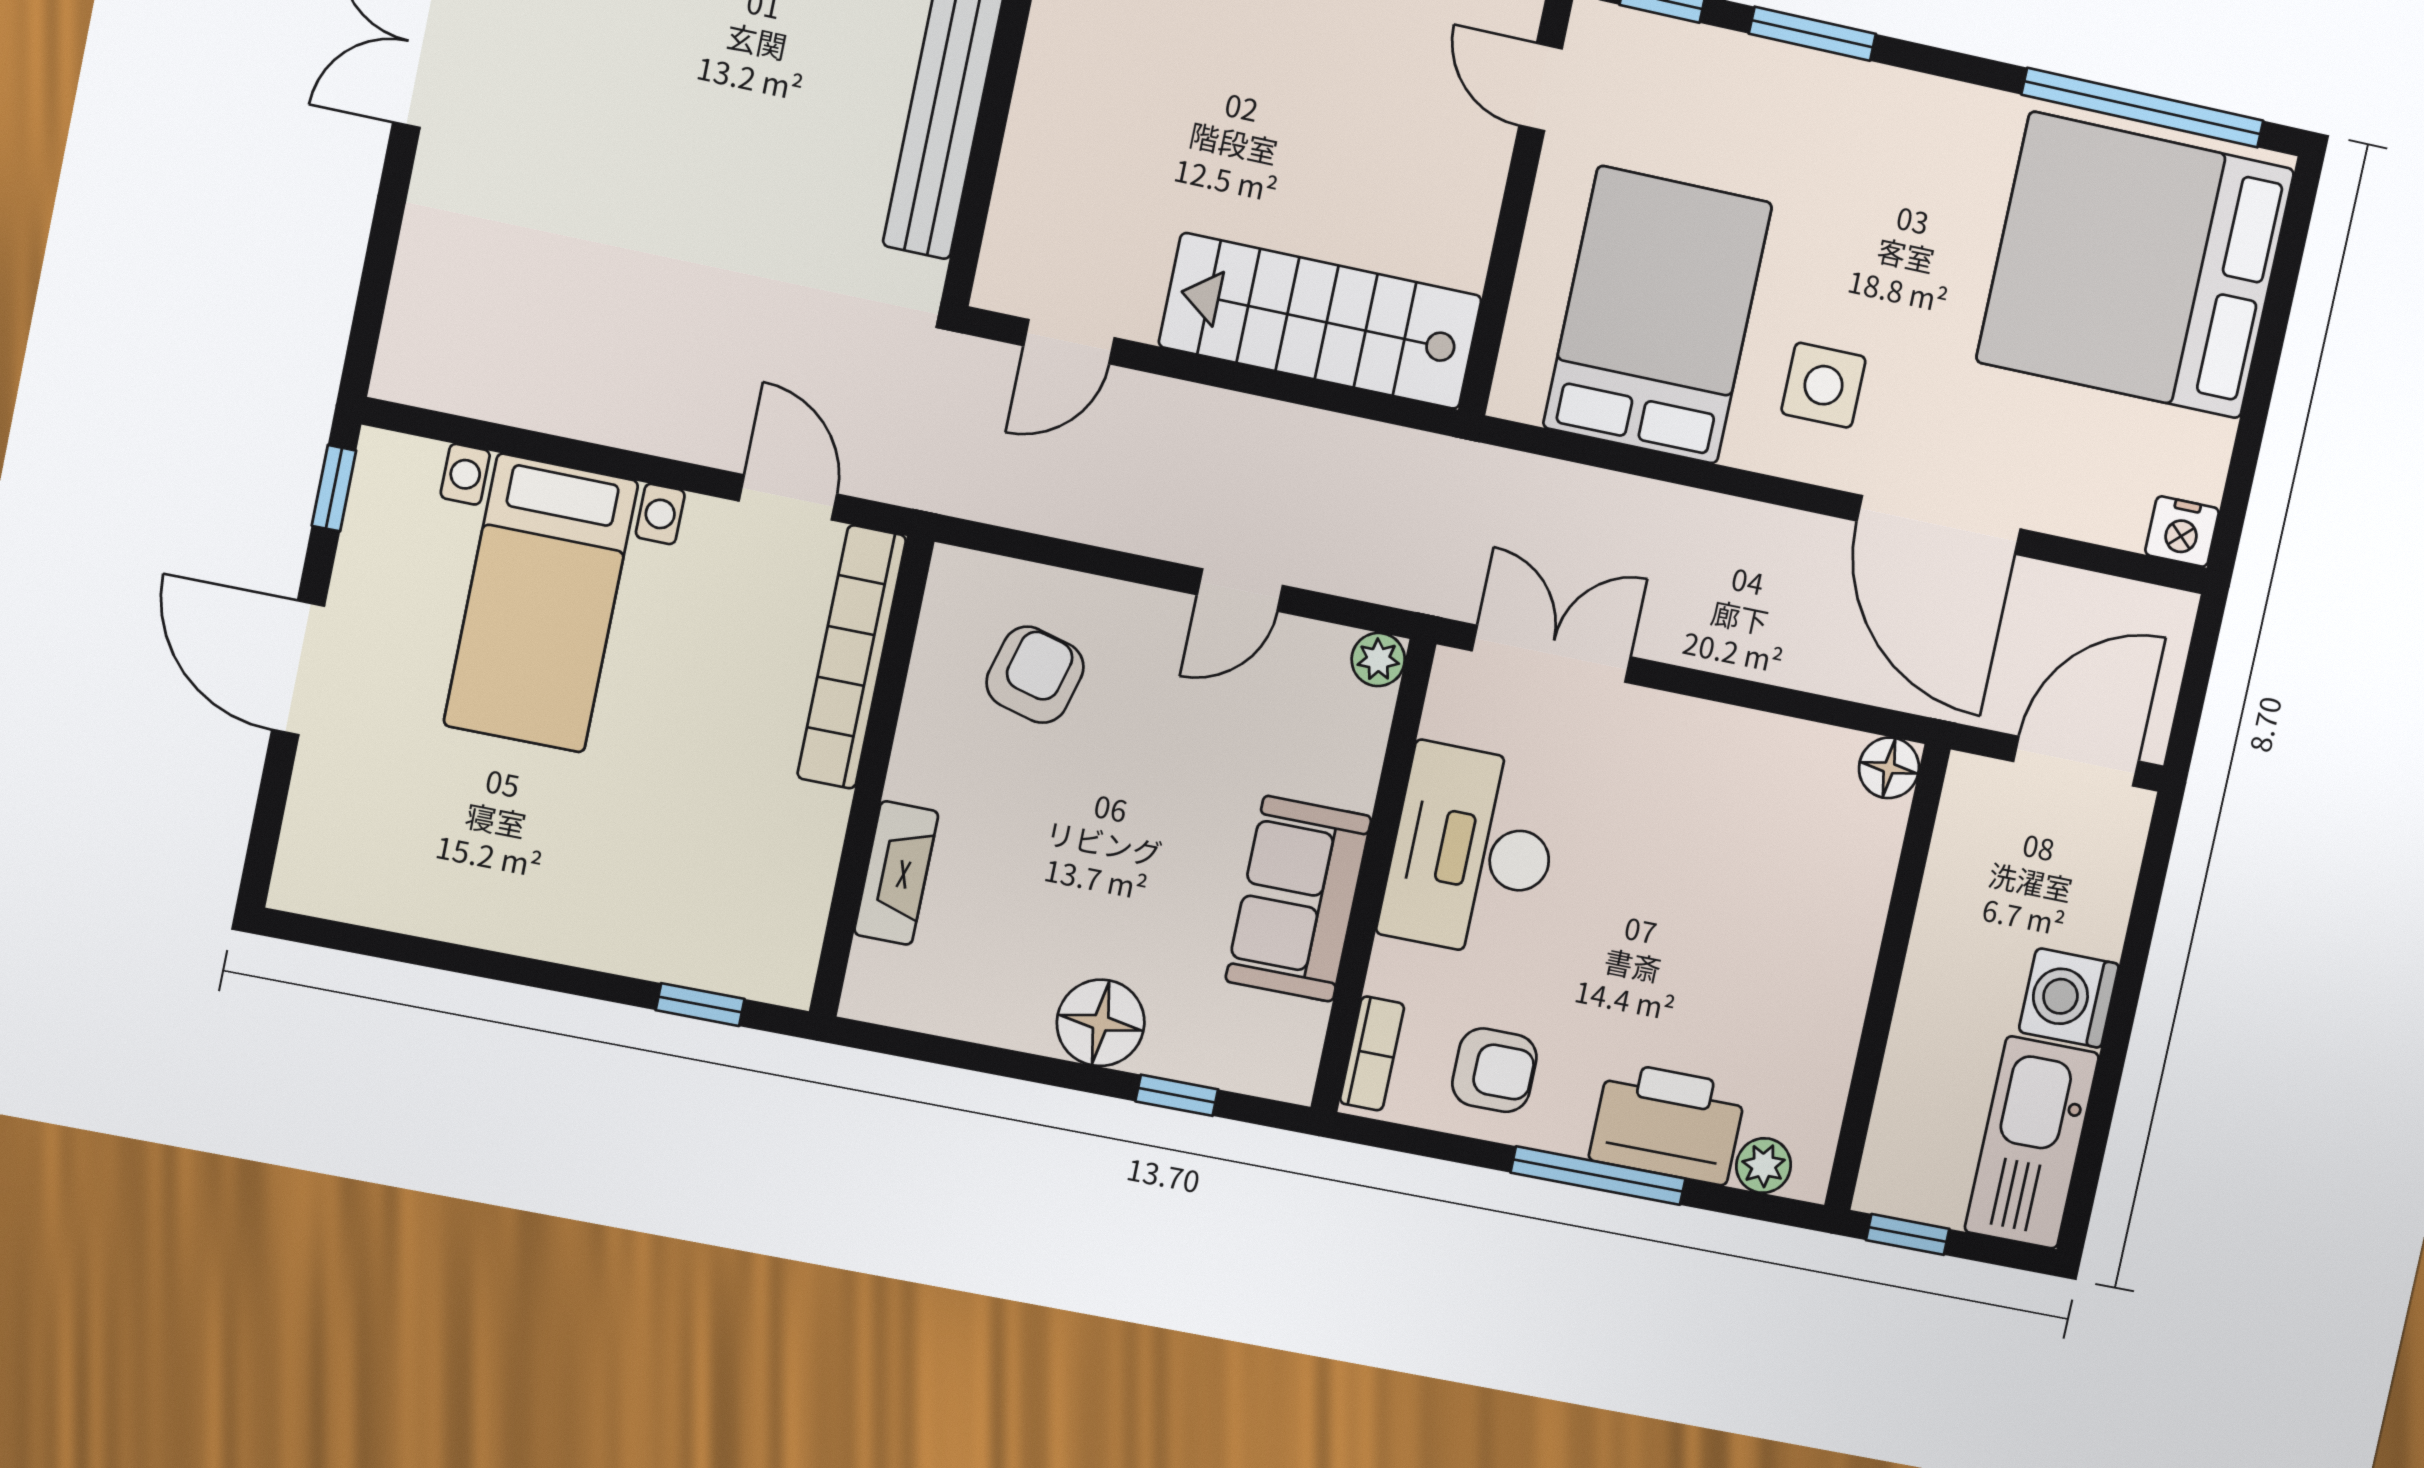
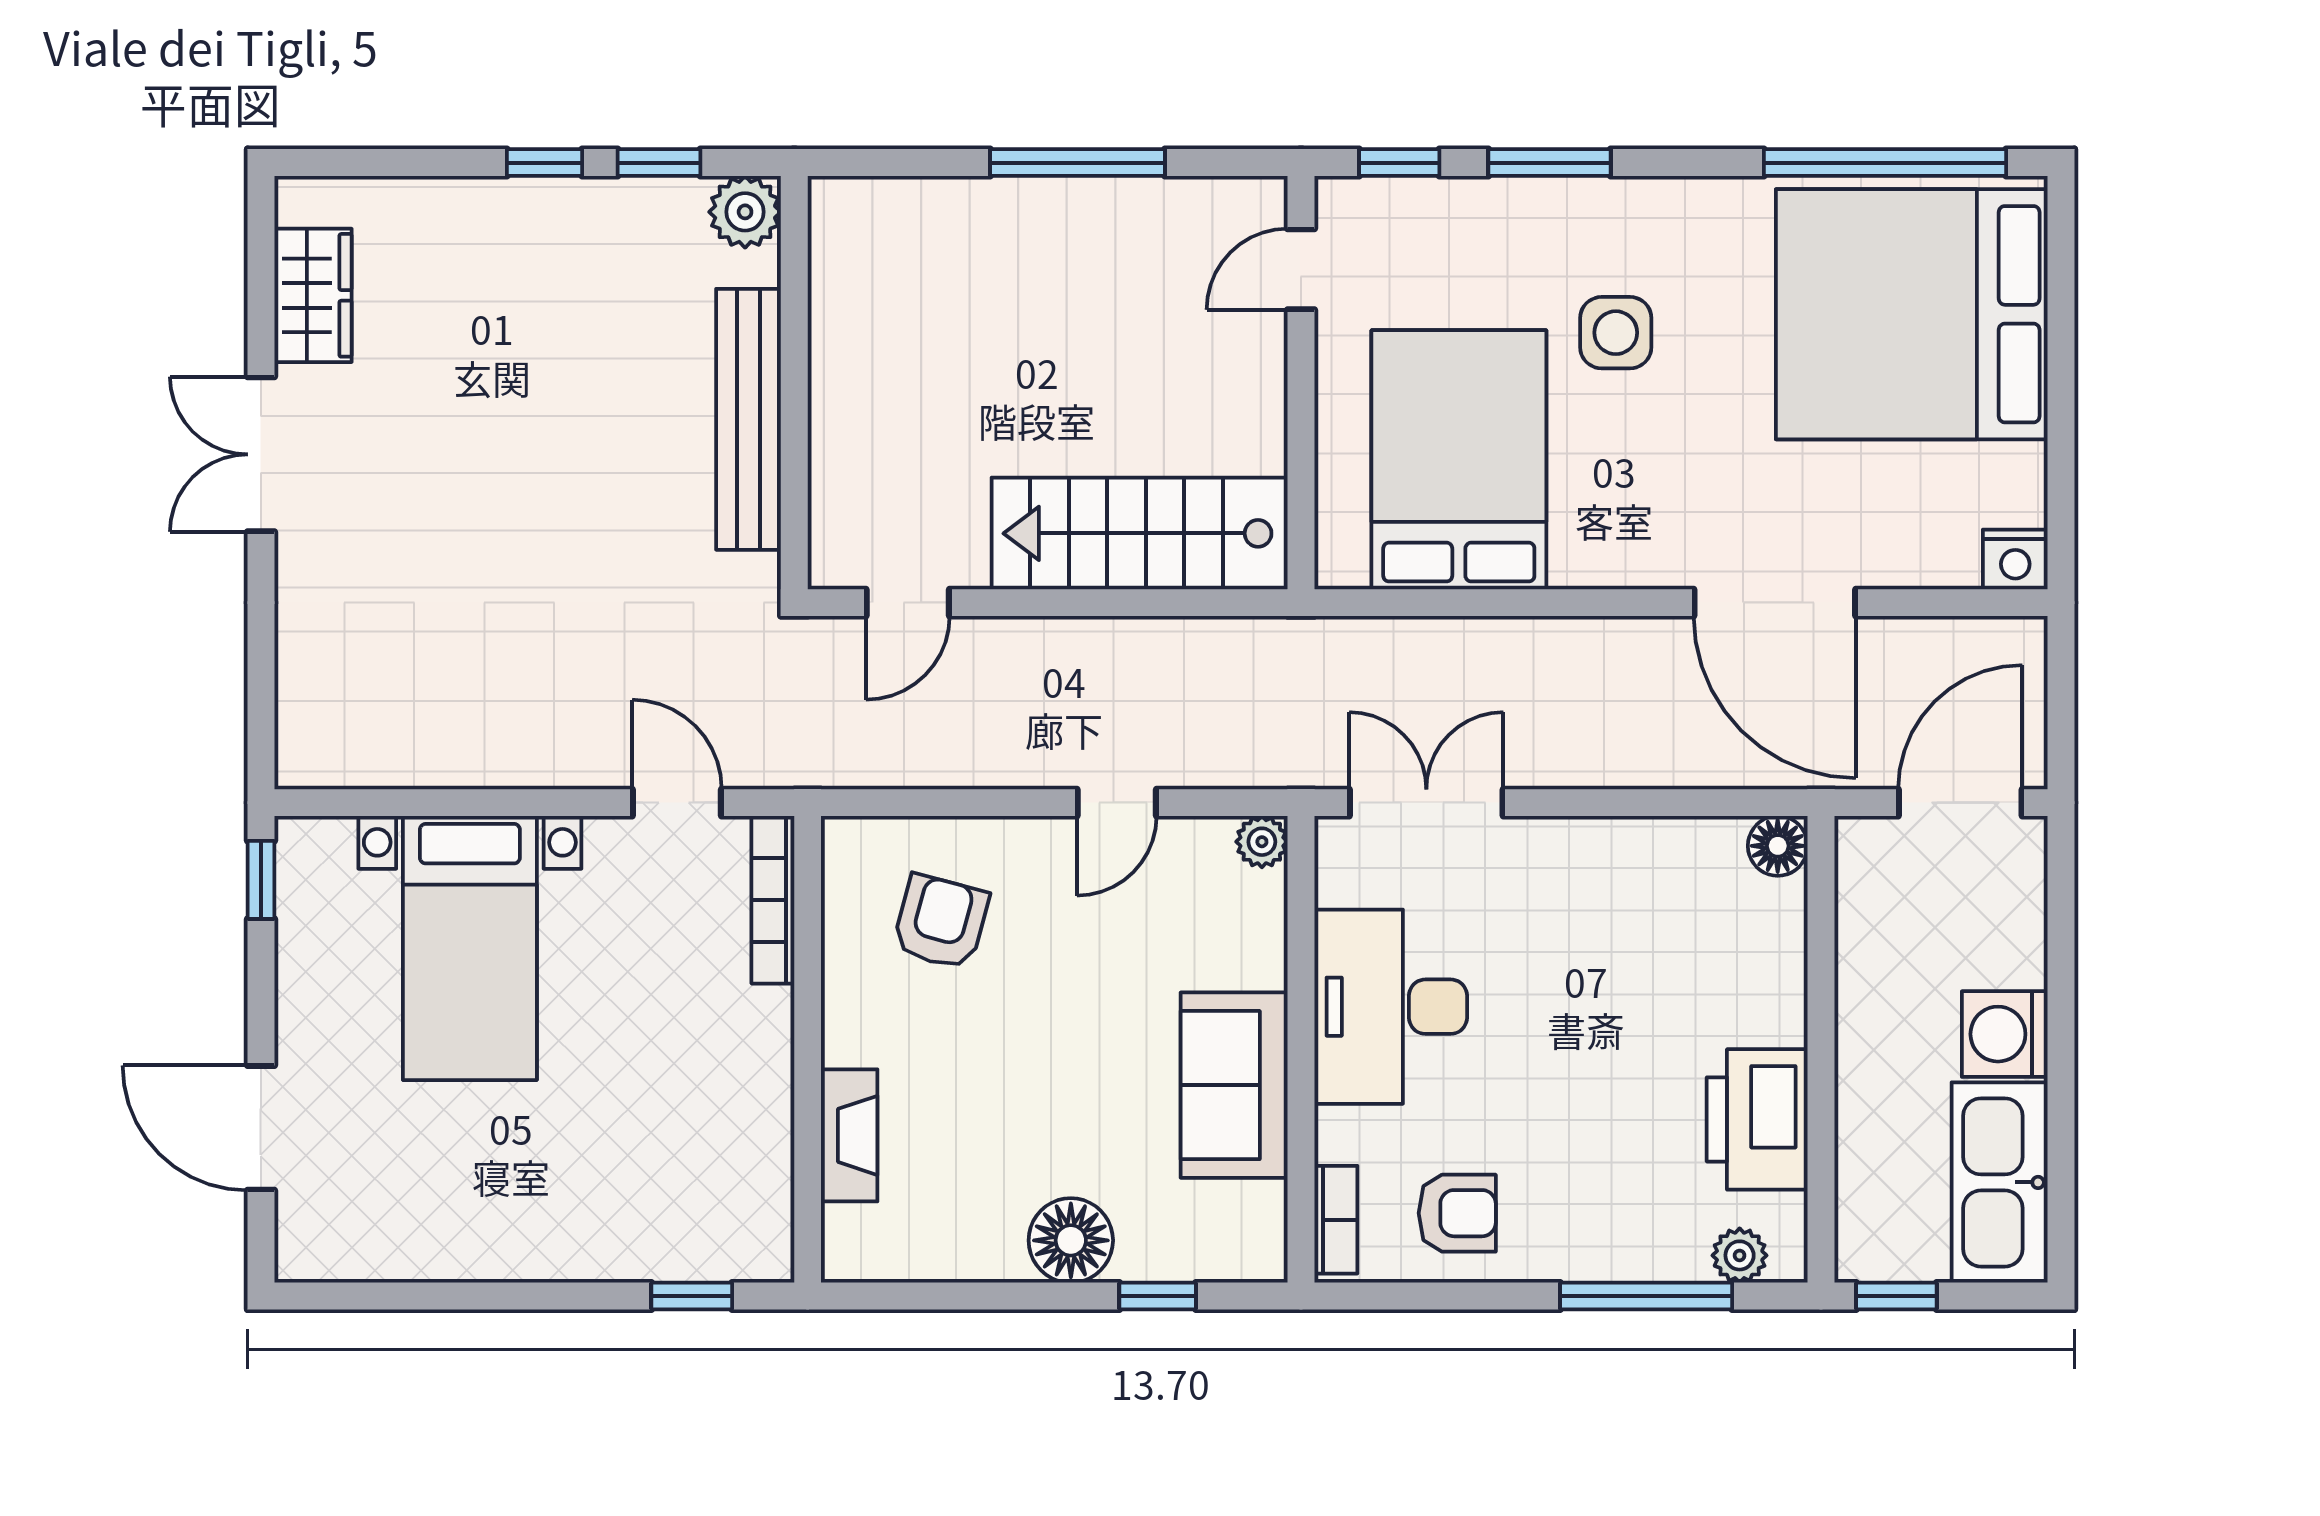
door: (1541, 87) -> (1301, 269), hinge flipped
side table: (1823, 385) -> (1616, 333), moved
bookcase: (852, 657) -> (773, 900), width x0.68, depth x0.76
door: (298, 668) -> (261, 1128), moved
printer: (1668, 1123) -> (1757, 1119), moved, turned -90
window: (1598, 1176) -> (1646, 1296), moved

